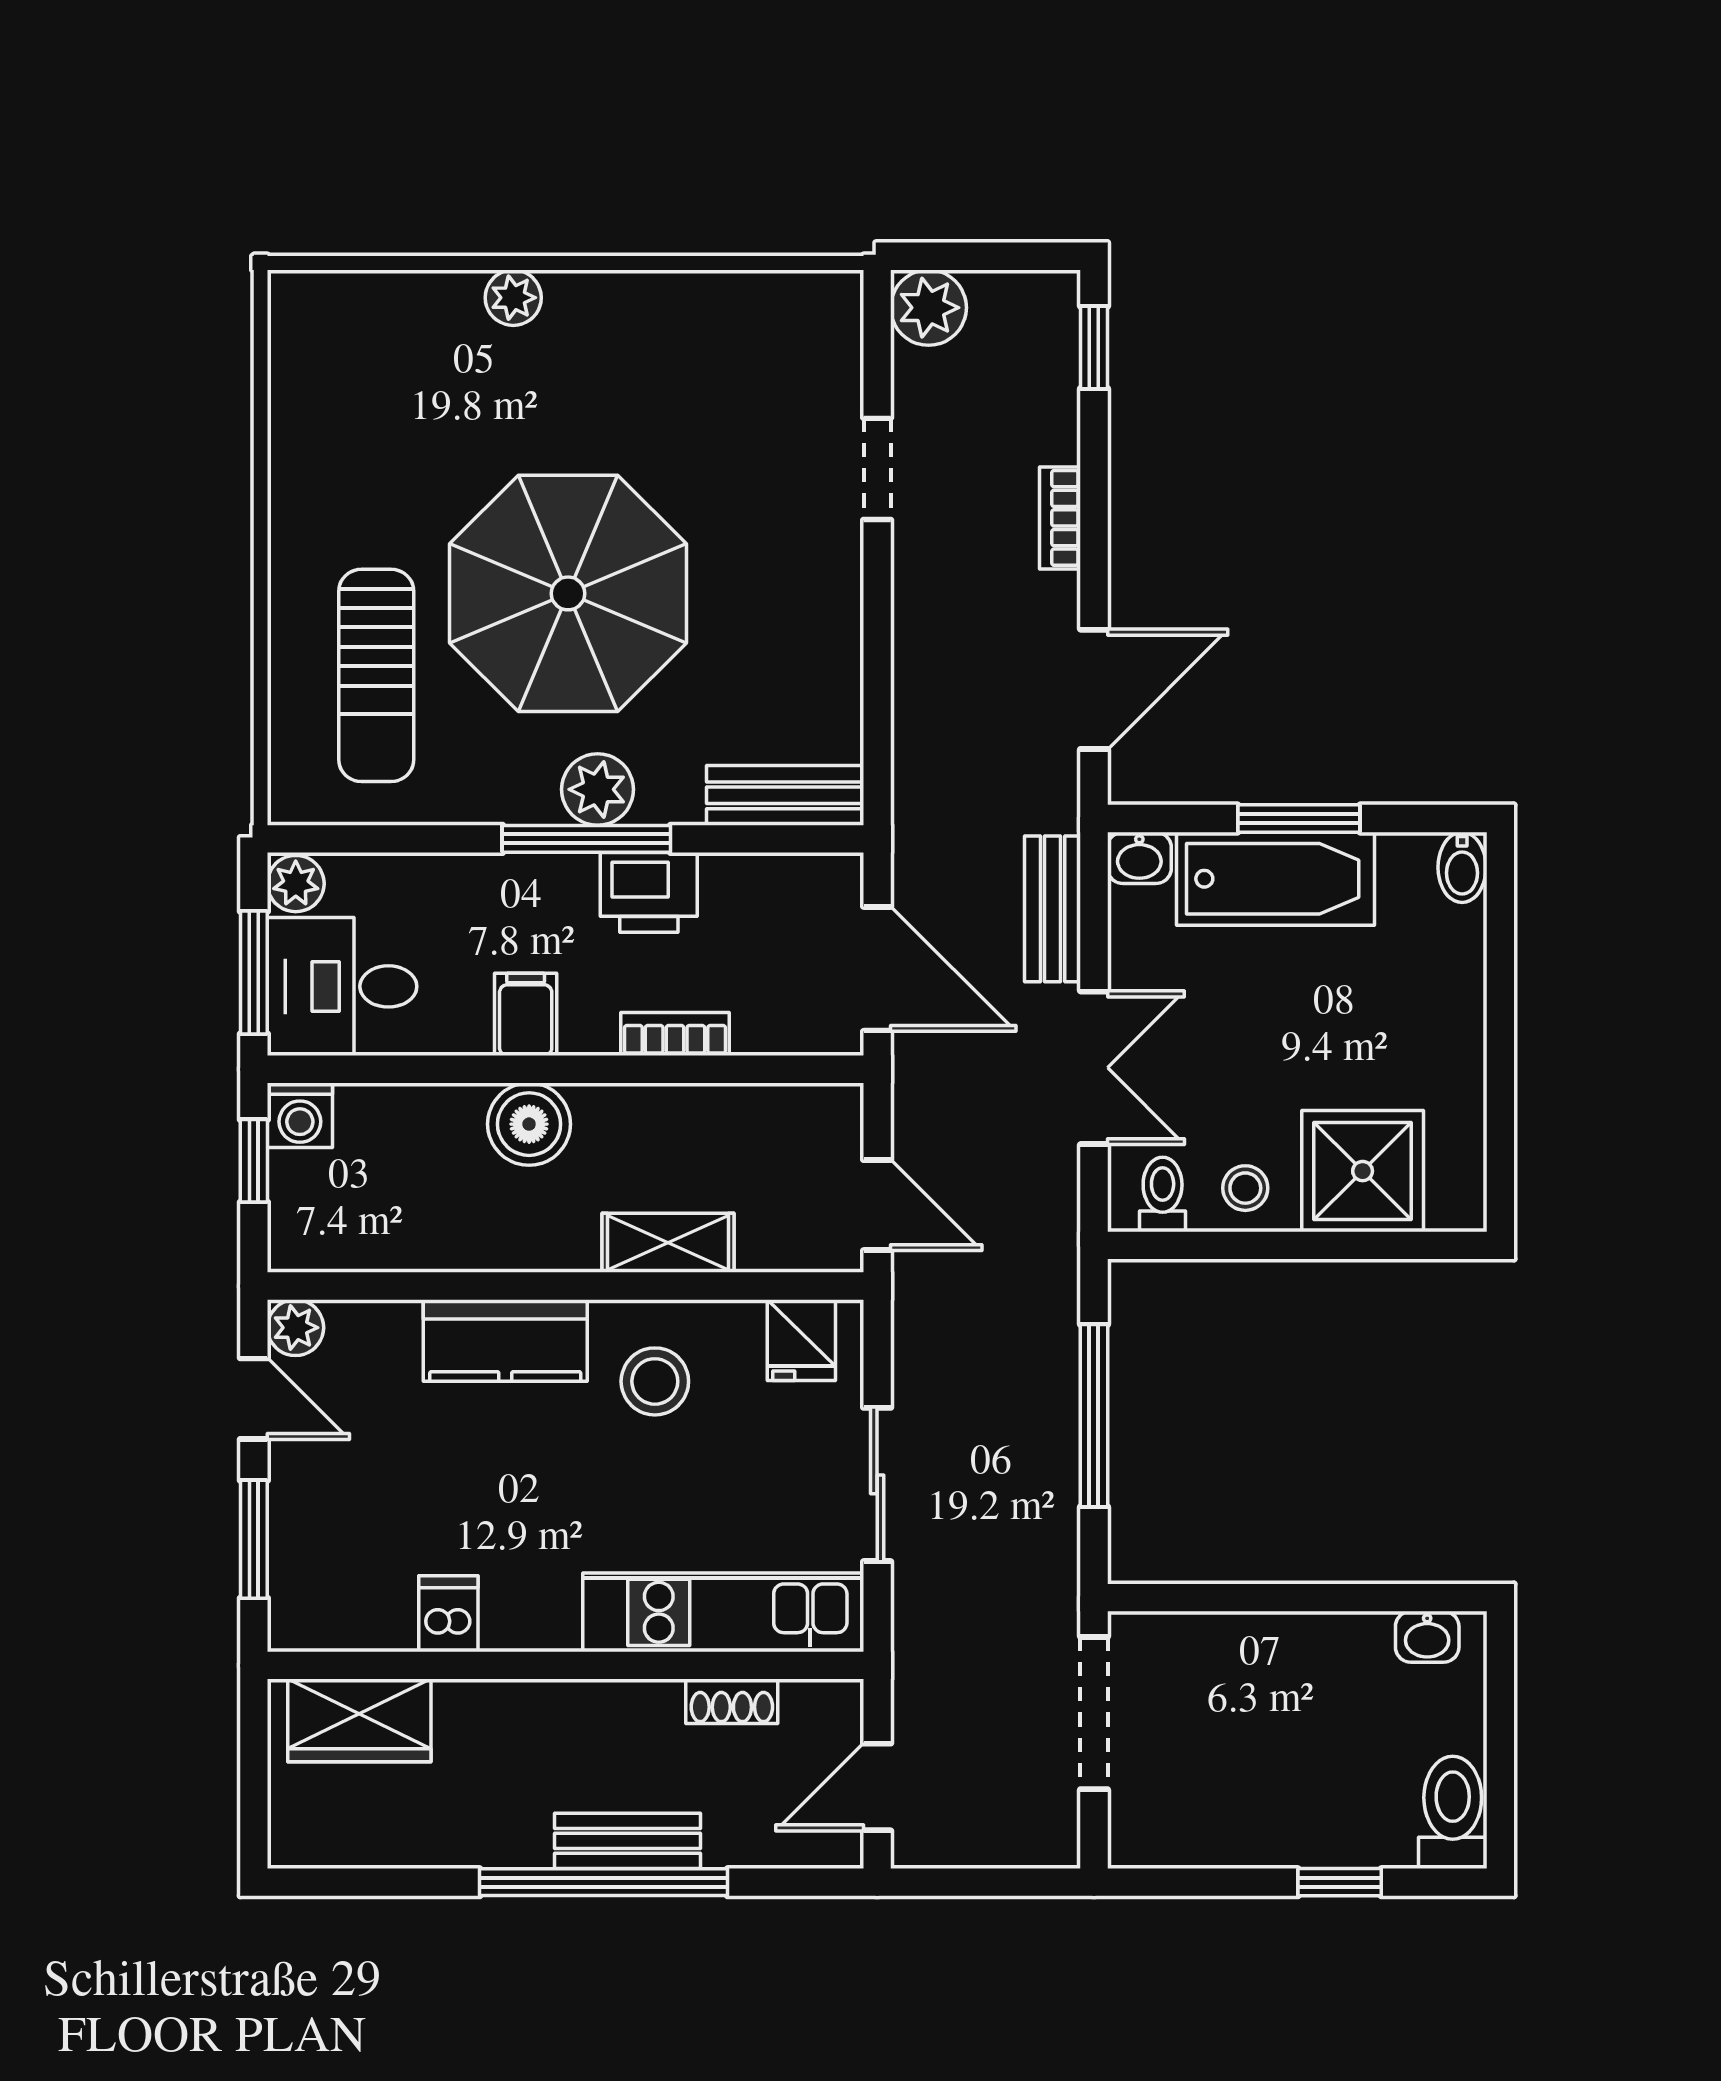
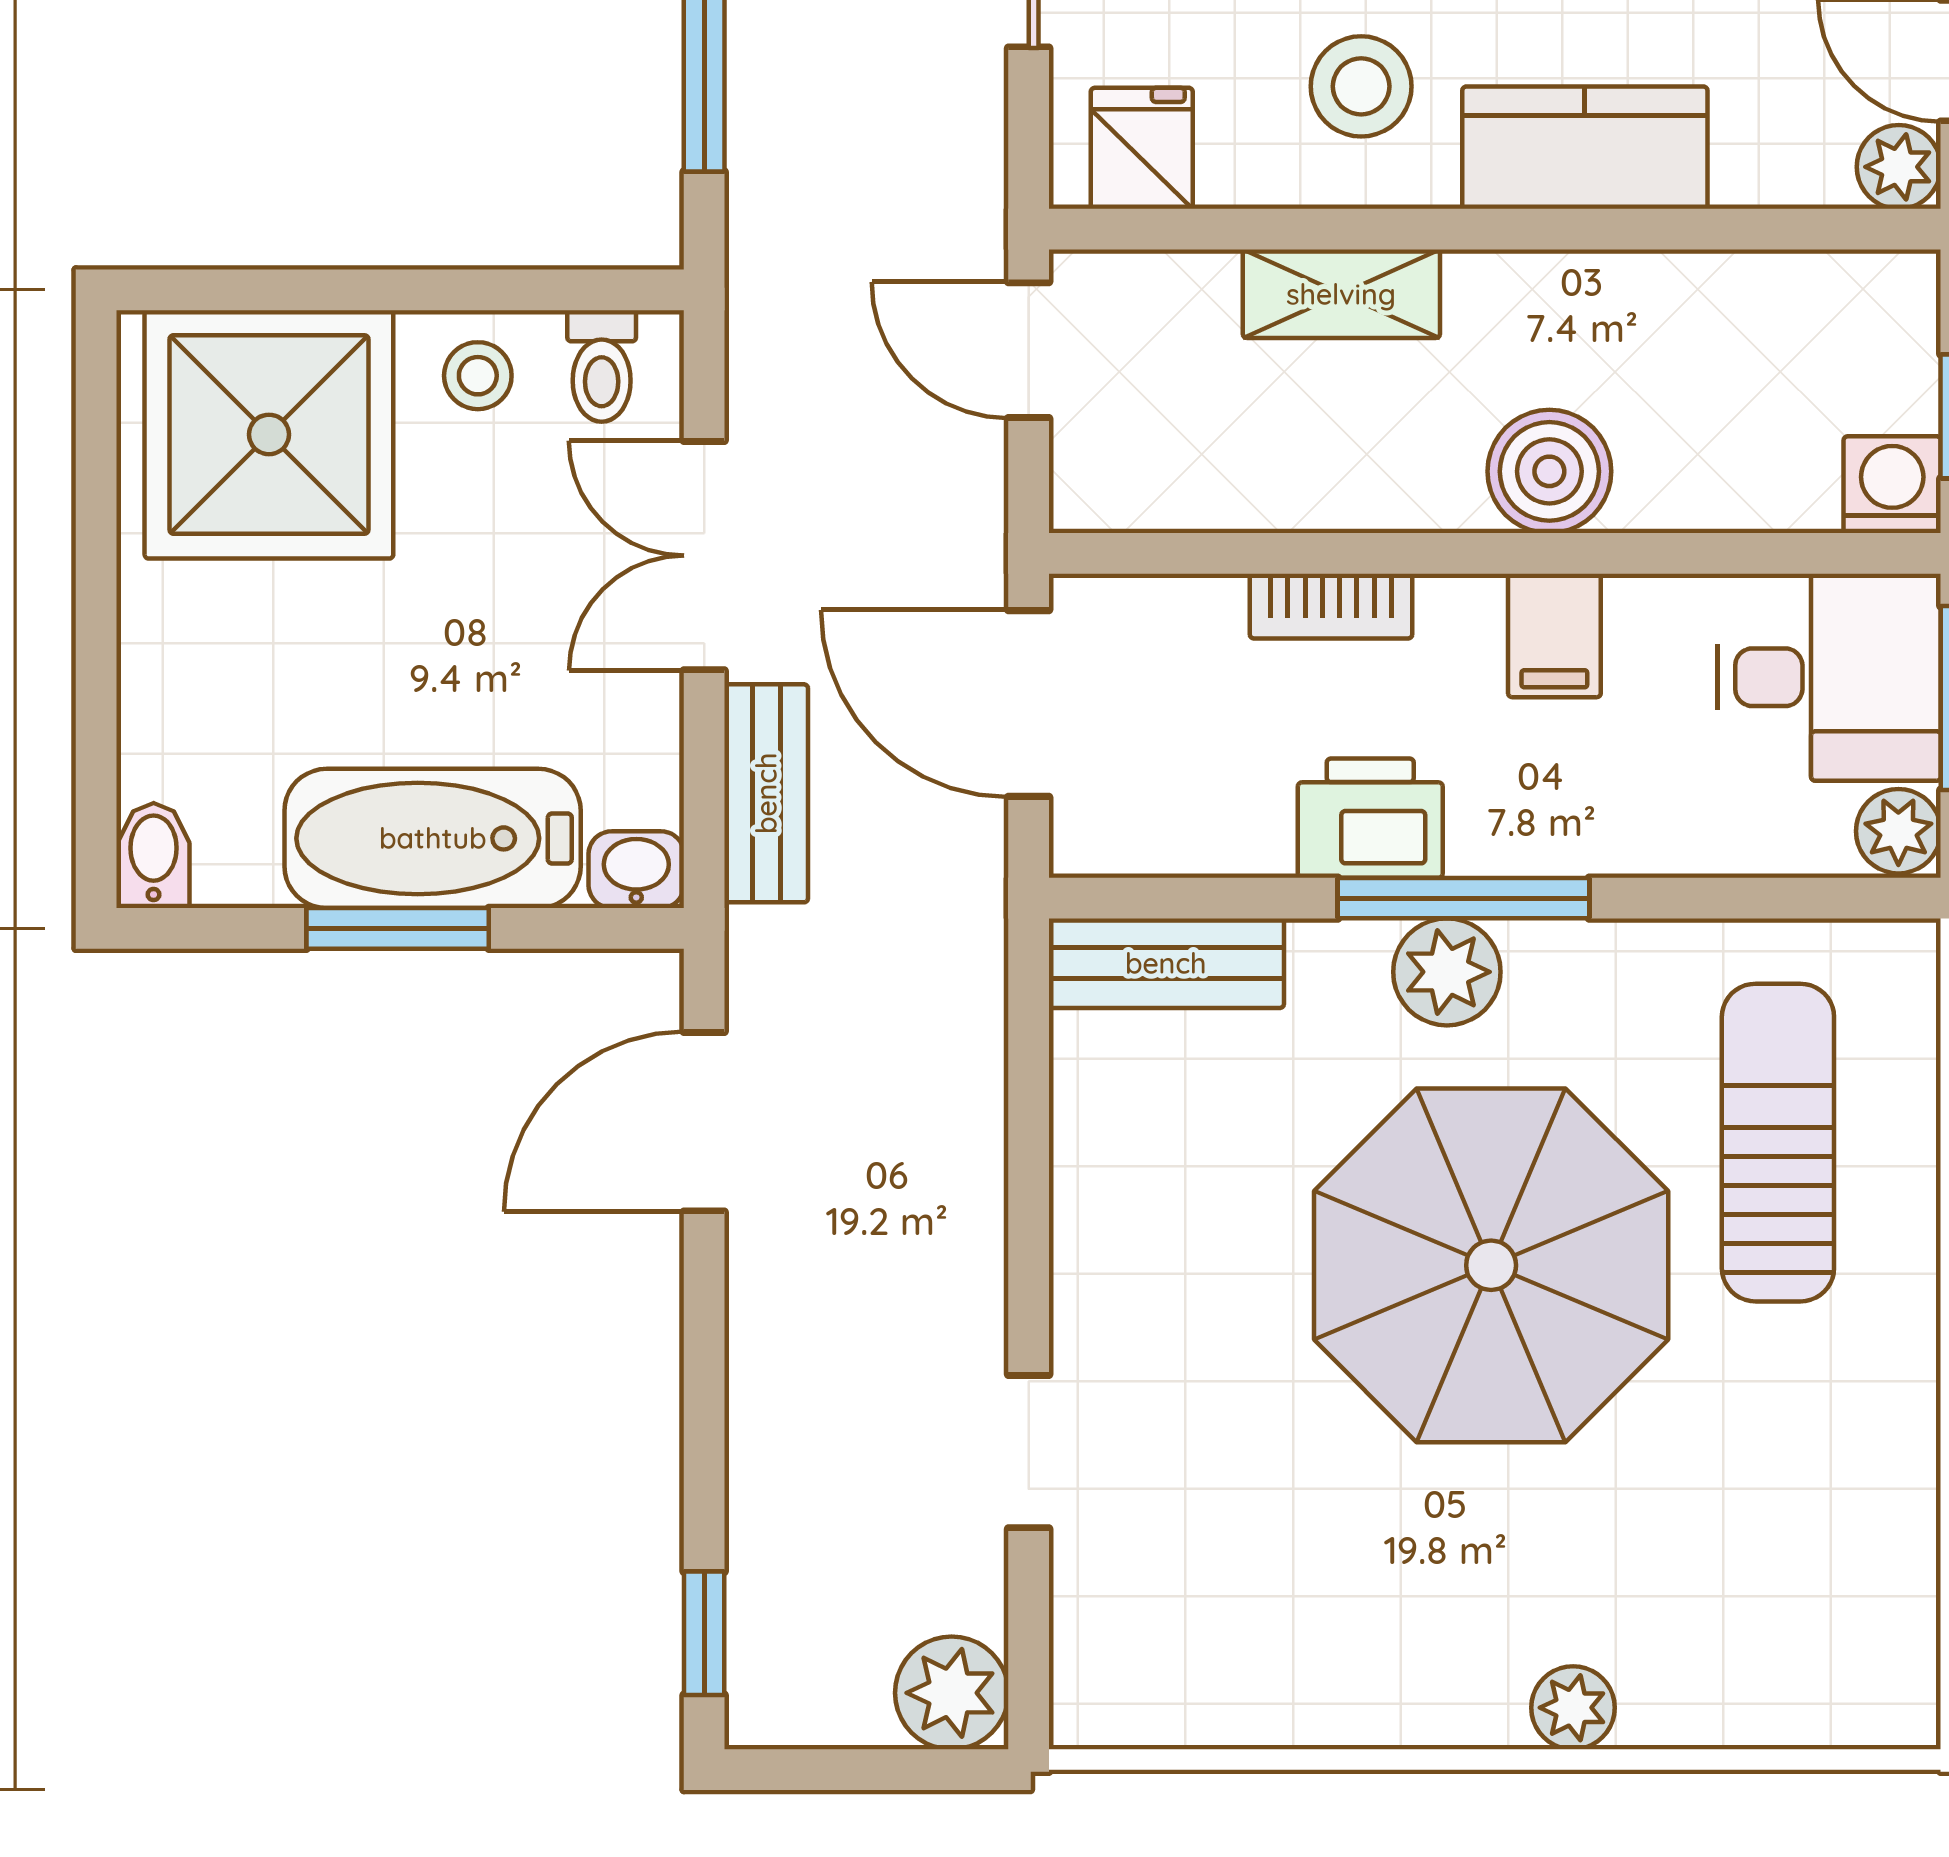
bookcase: (1060, 518) -> (755, 1378), removed
shower: (1363, 1171) -> (269, 434), width x1.37, depth x1.37

